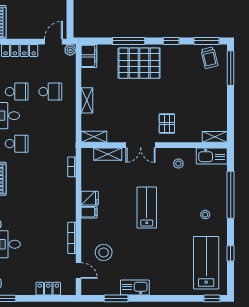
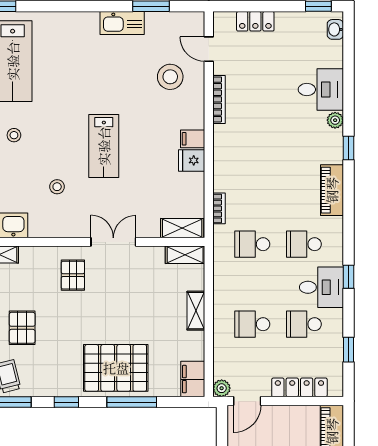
pallet: (200, 89) -> (22, 328), added
school desk: (50, 144) -> (252, 244), added
shelving: (108, 154) -> (182, 228), moved
stool: (178, 164) -> (57, 187), moved

